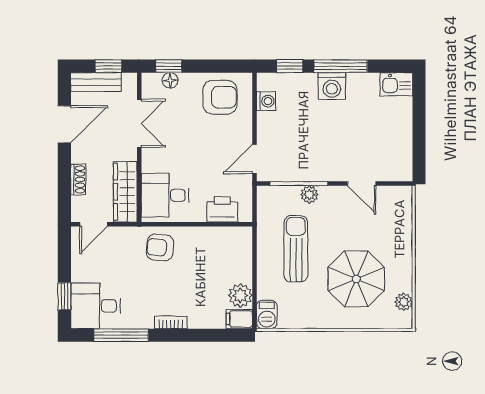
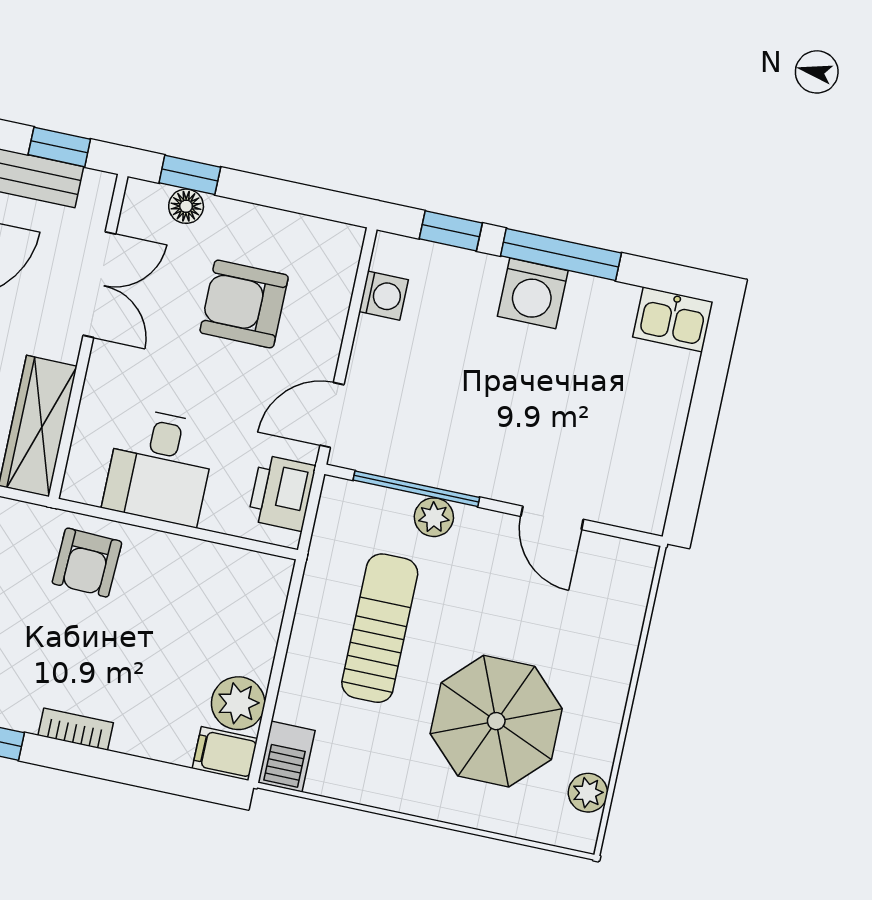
armchair: (220, 97) -> (244, 304), moved, turned 180
desk: (165, 195) -> (160, 467), moved, turned -90
printer: (222, 209) -> (282, 493), moved, turned -90
armchair: (160, 248) -> (87, 563), turned -93

